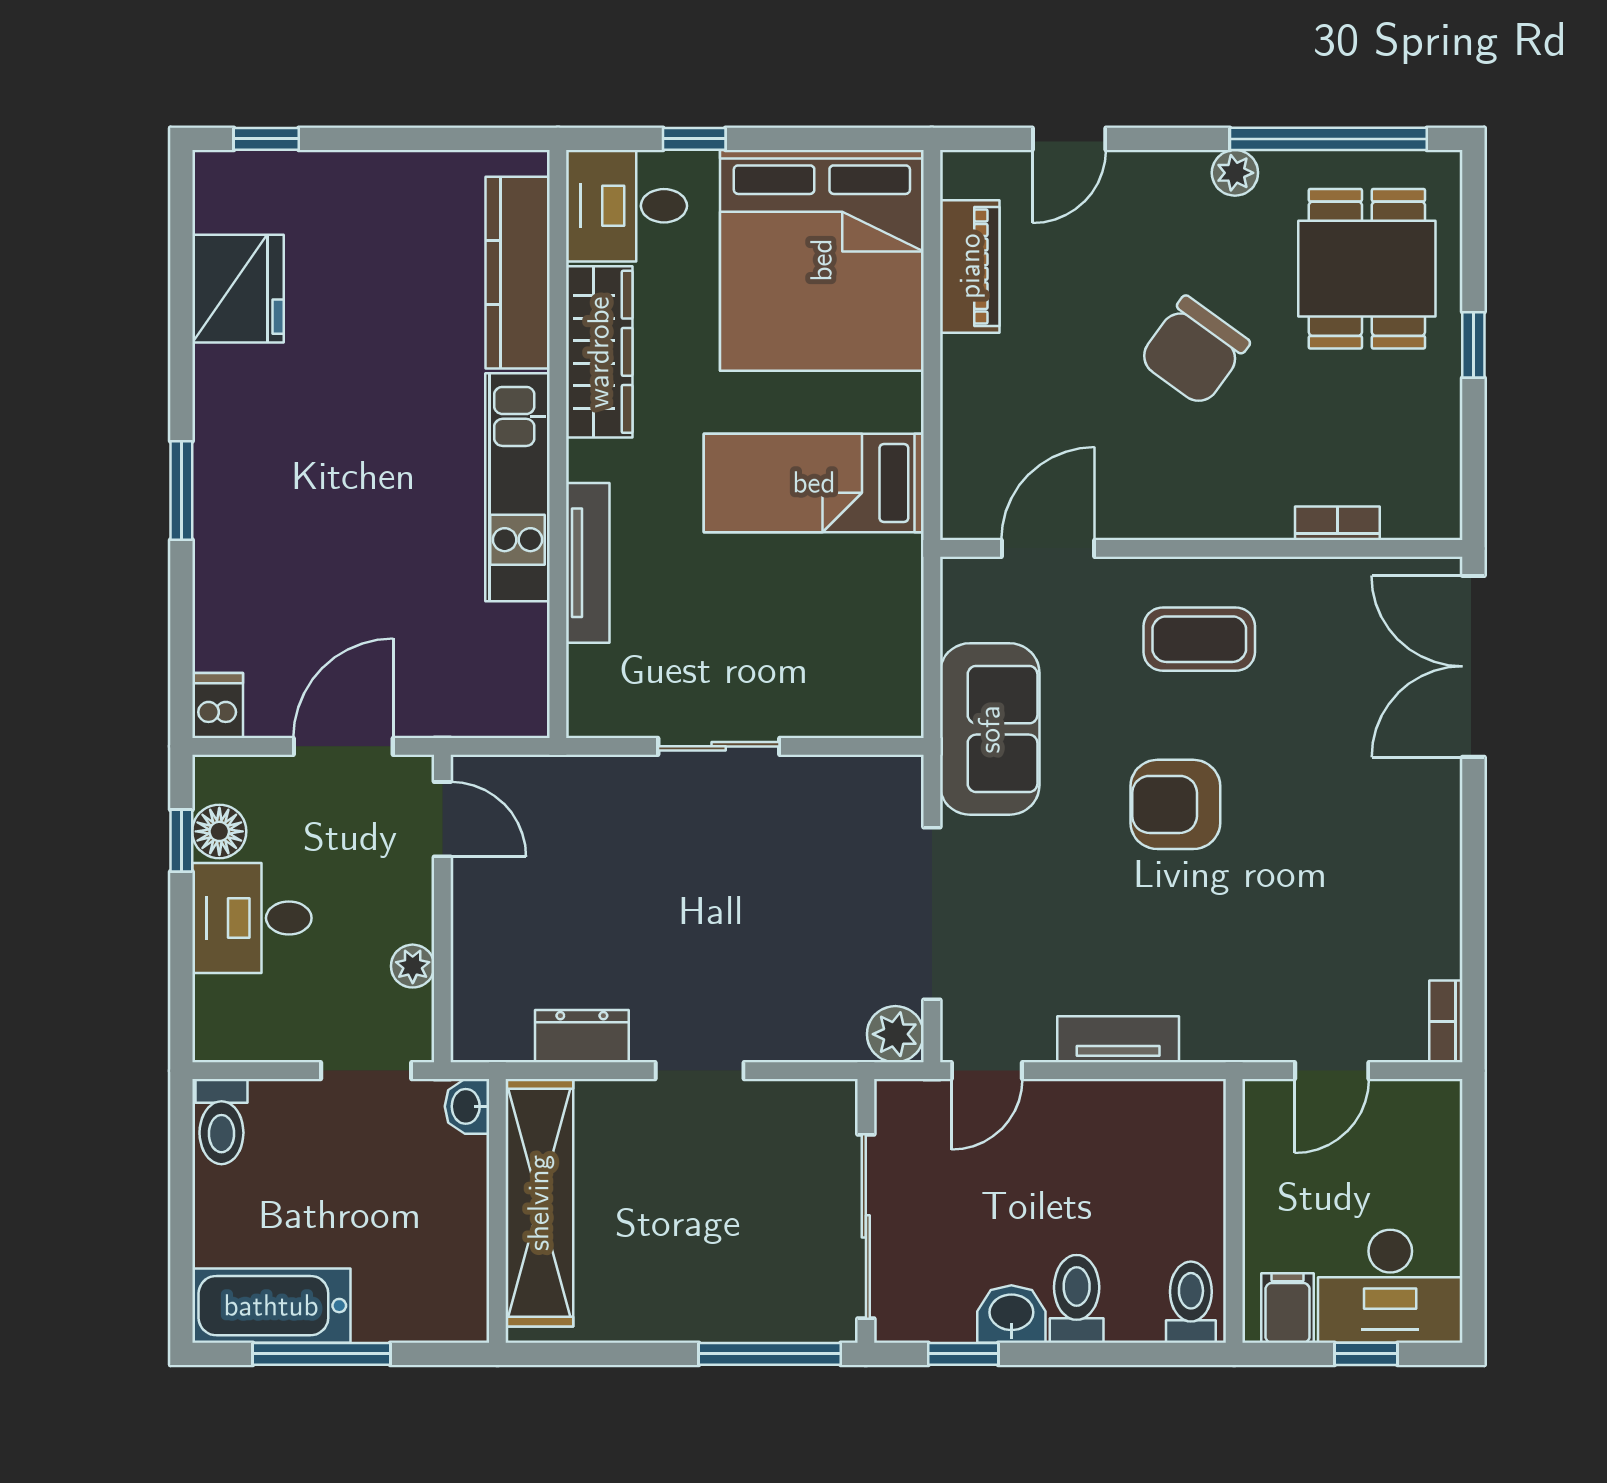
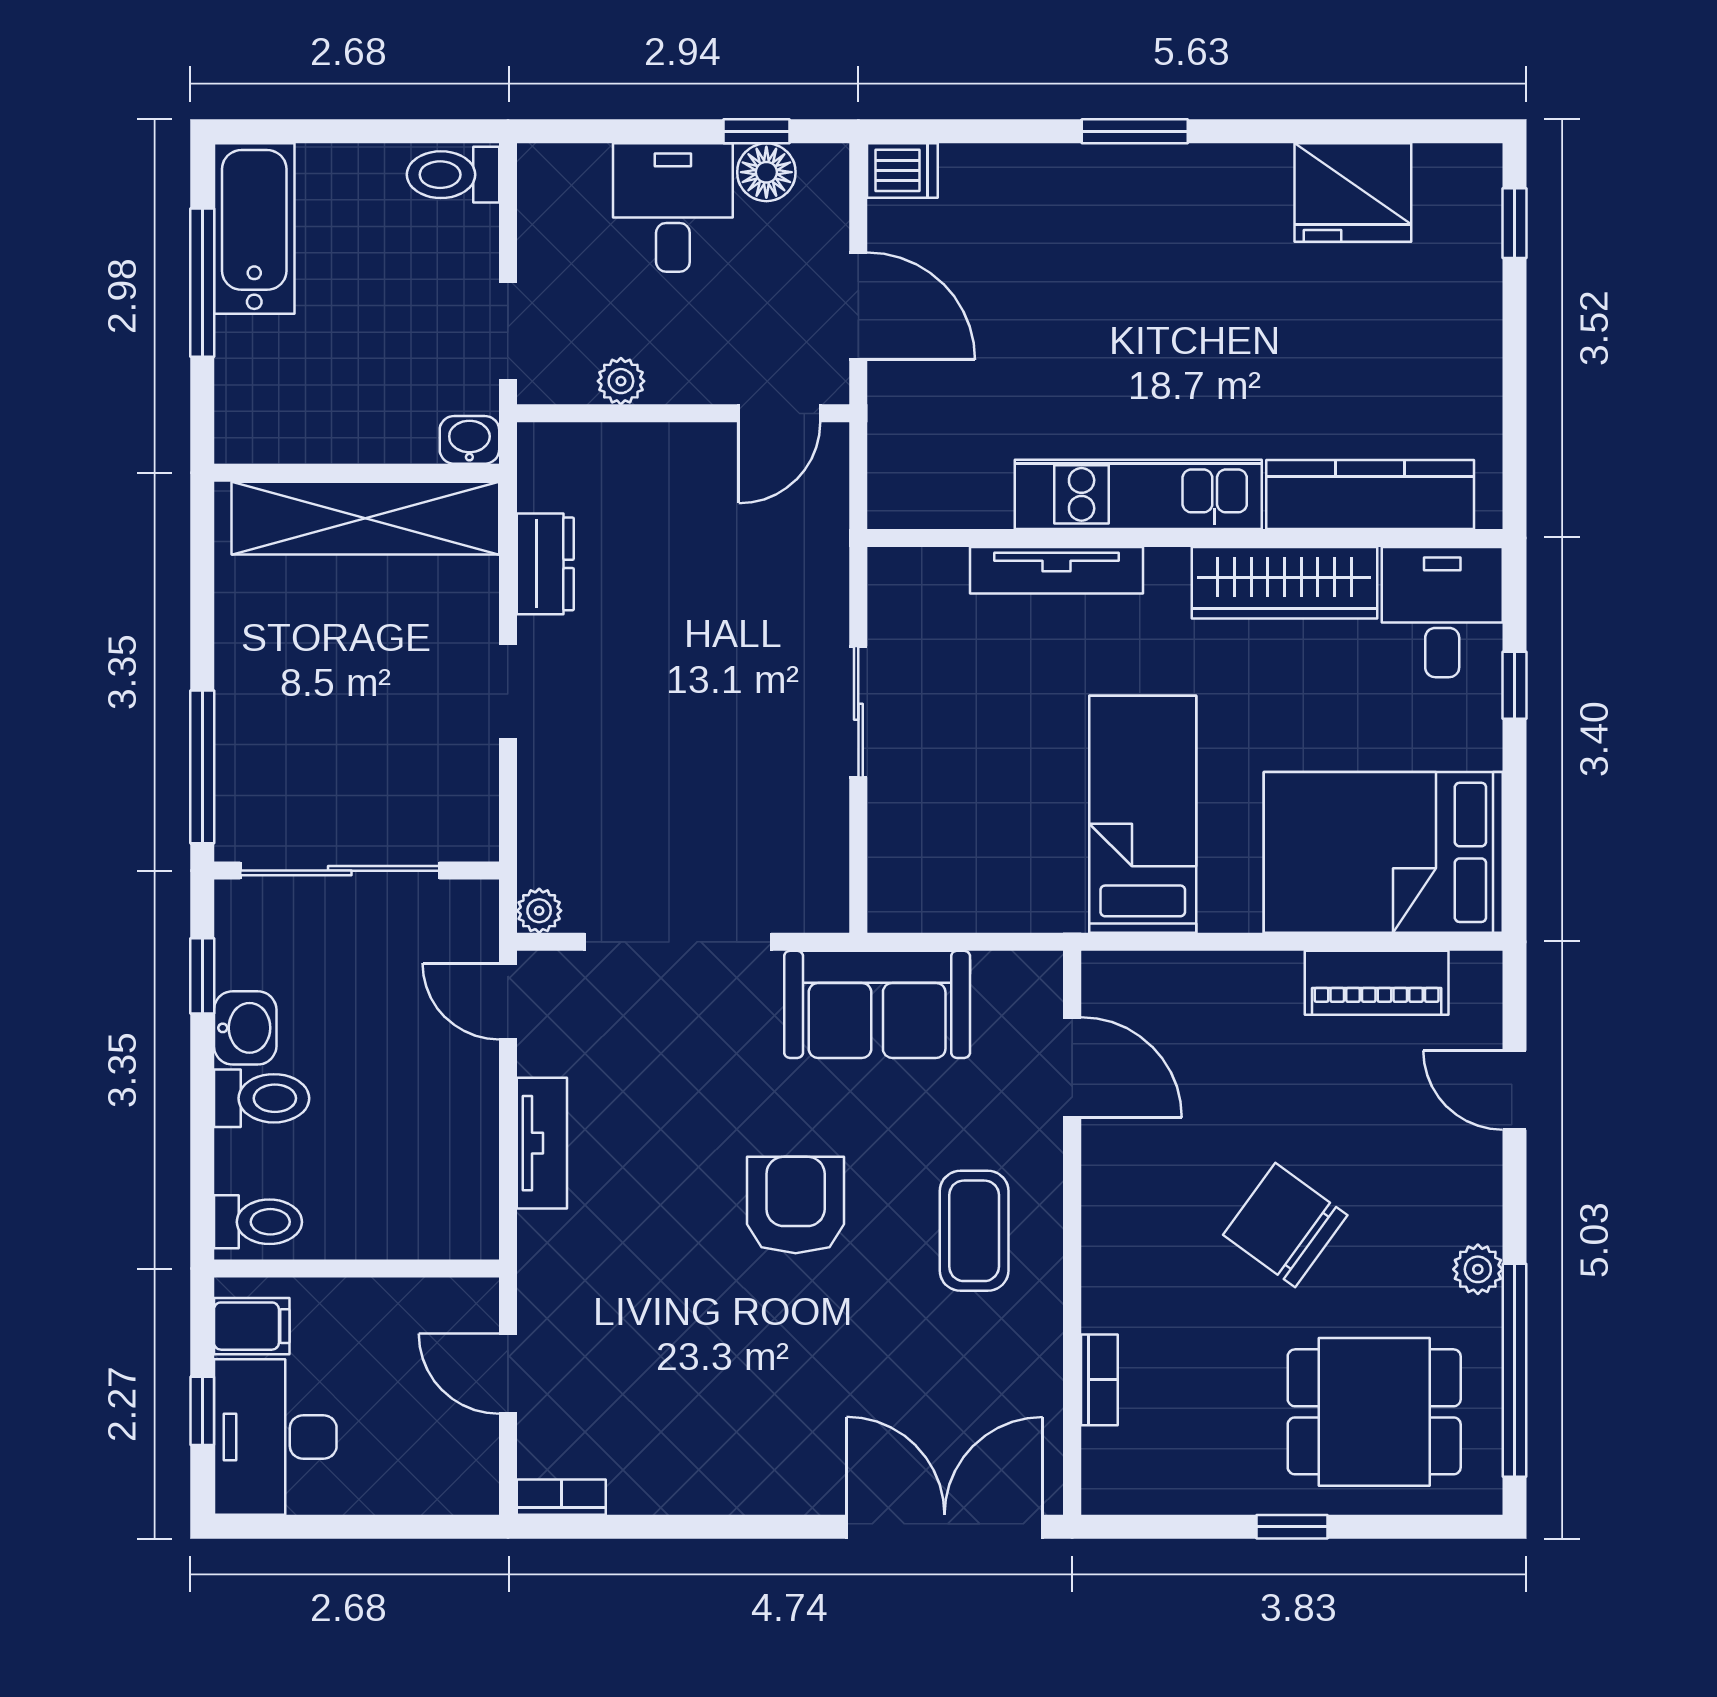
bed: (822, 260) -> (1383, 852), width x0.73
plant: (895, 1034) -> (539, 911), width x0.73, depth x0.73

